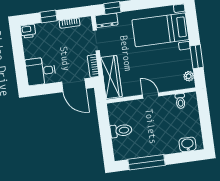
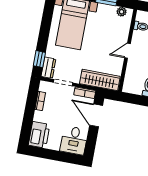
window: (49, 17) -> (28, 118), removed
printer: (28, 31) -> (39, 135), width x1.87, depth x1.48
door: (74, 85) -> (96, 115), swing flipped

